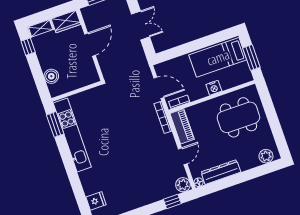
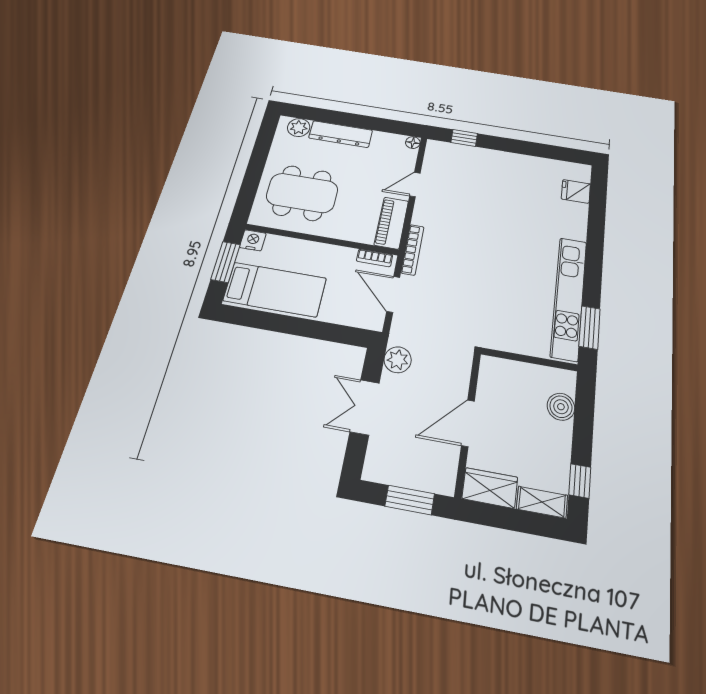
nightstand: (214, 88) -> (253, 240), moved
dresser: (221, 172) -> (341, 134), moved
plant: (183, 185) -> (398, 360), moved

